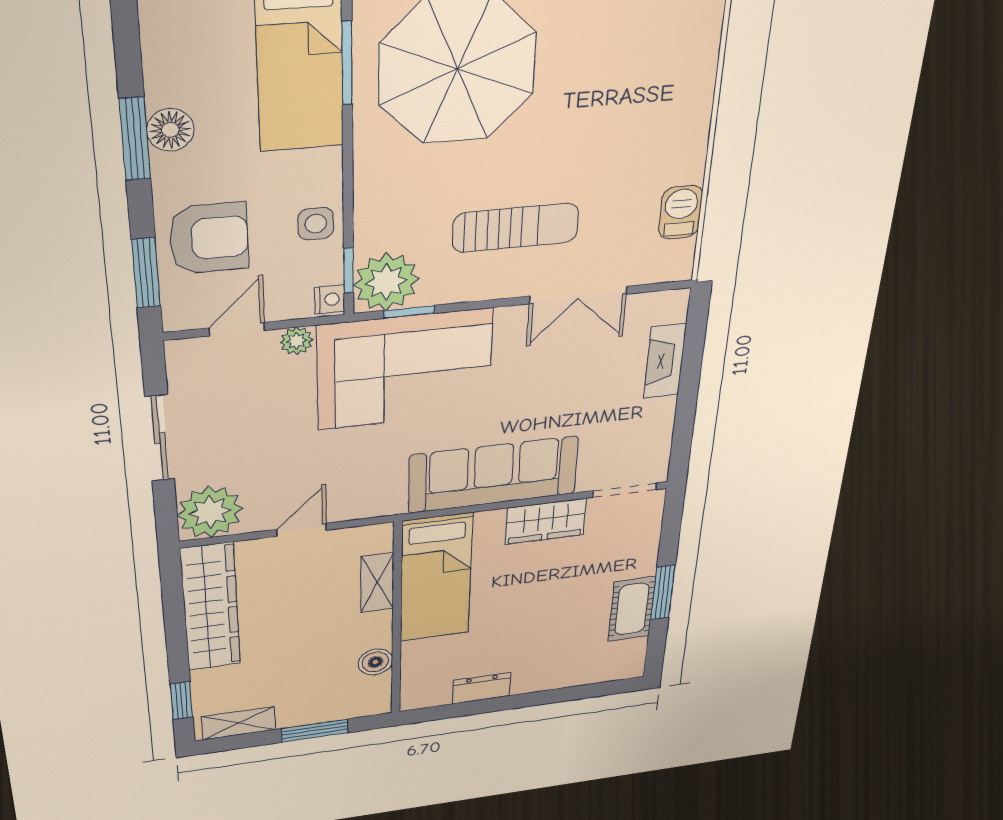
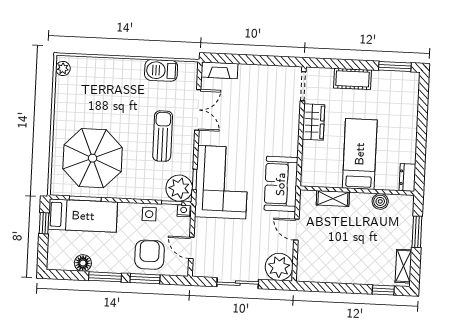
floor lamp: (170, 130) -> (83, 263), moved
barbecue: (681, 212) -> (161, 70), width x1.38, depth x1.27
window: (146, 273) -> (145, 279), moved
plant: (297, 341) -> (201, 225), removed
fireplace: (665, 361) -> (220, 70), moved
sofa: (493, 475) -> (281, 184), moved, width x0.73
bed: (436, 578) -> (360, 154), moved, turned -90
window: (663, 592) -> (395, 67), moved
wardrobe: (211, 607) -> (331, 272), removed
cot: (632, 609) -> (352, 79), moved
dresser: (481, 688) -> (407, 178), moved

